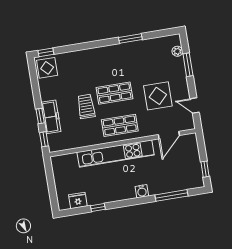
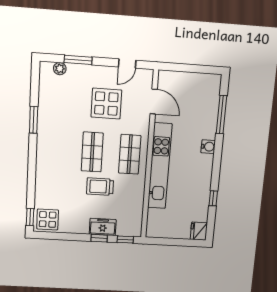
freezer: (51, 117) -> (103, 227), width x0.71
window: (205, 169) -> (202, 69), removed
fridge: (78, 200) -> (199, 231), moved

